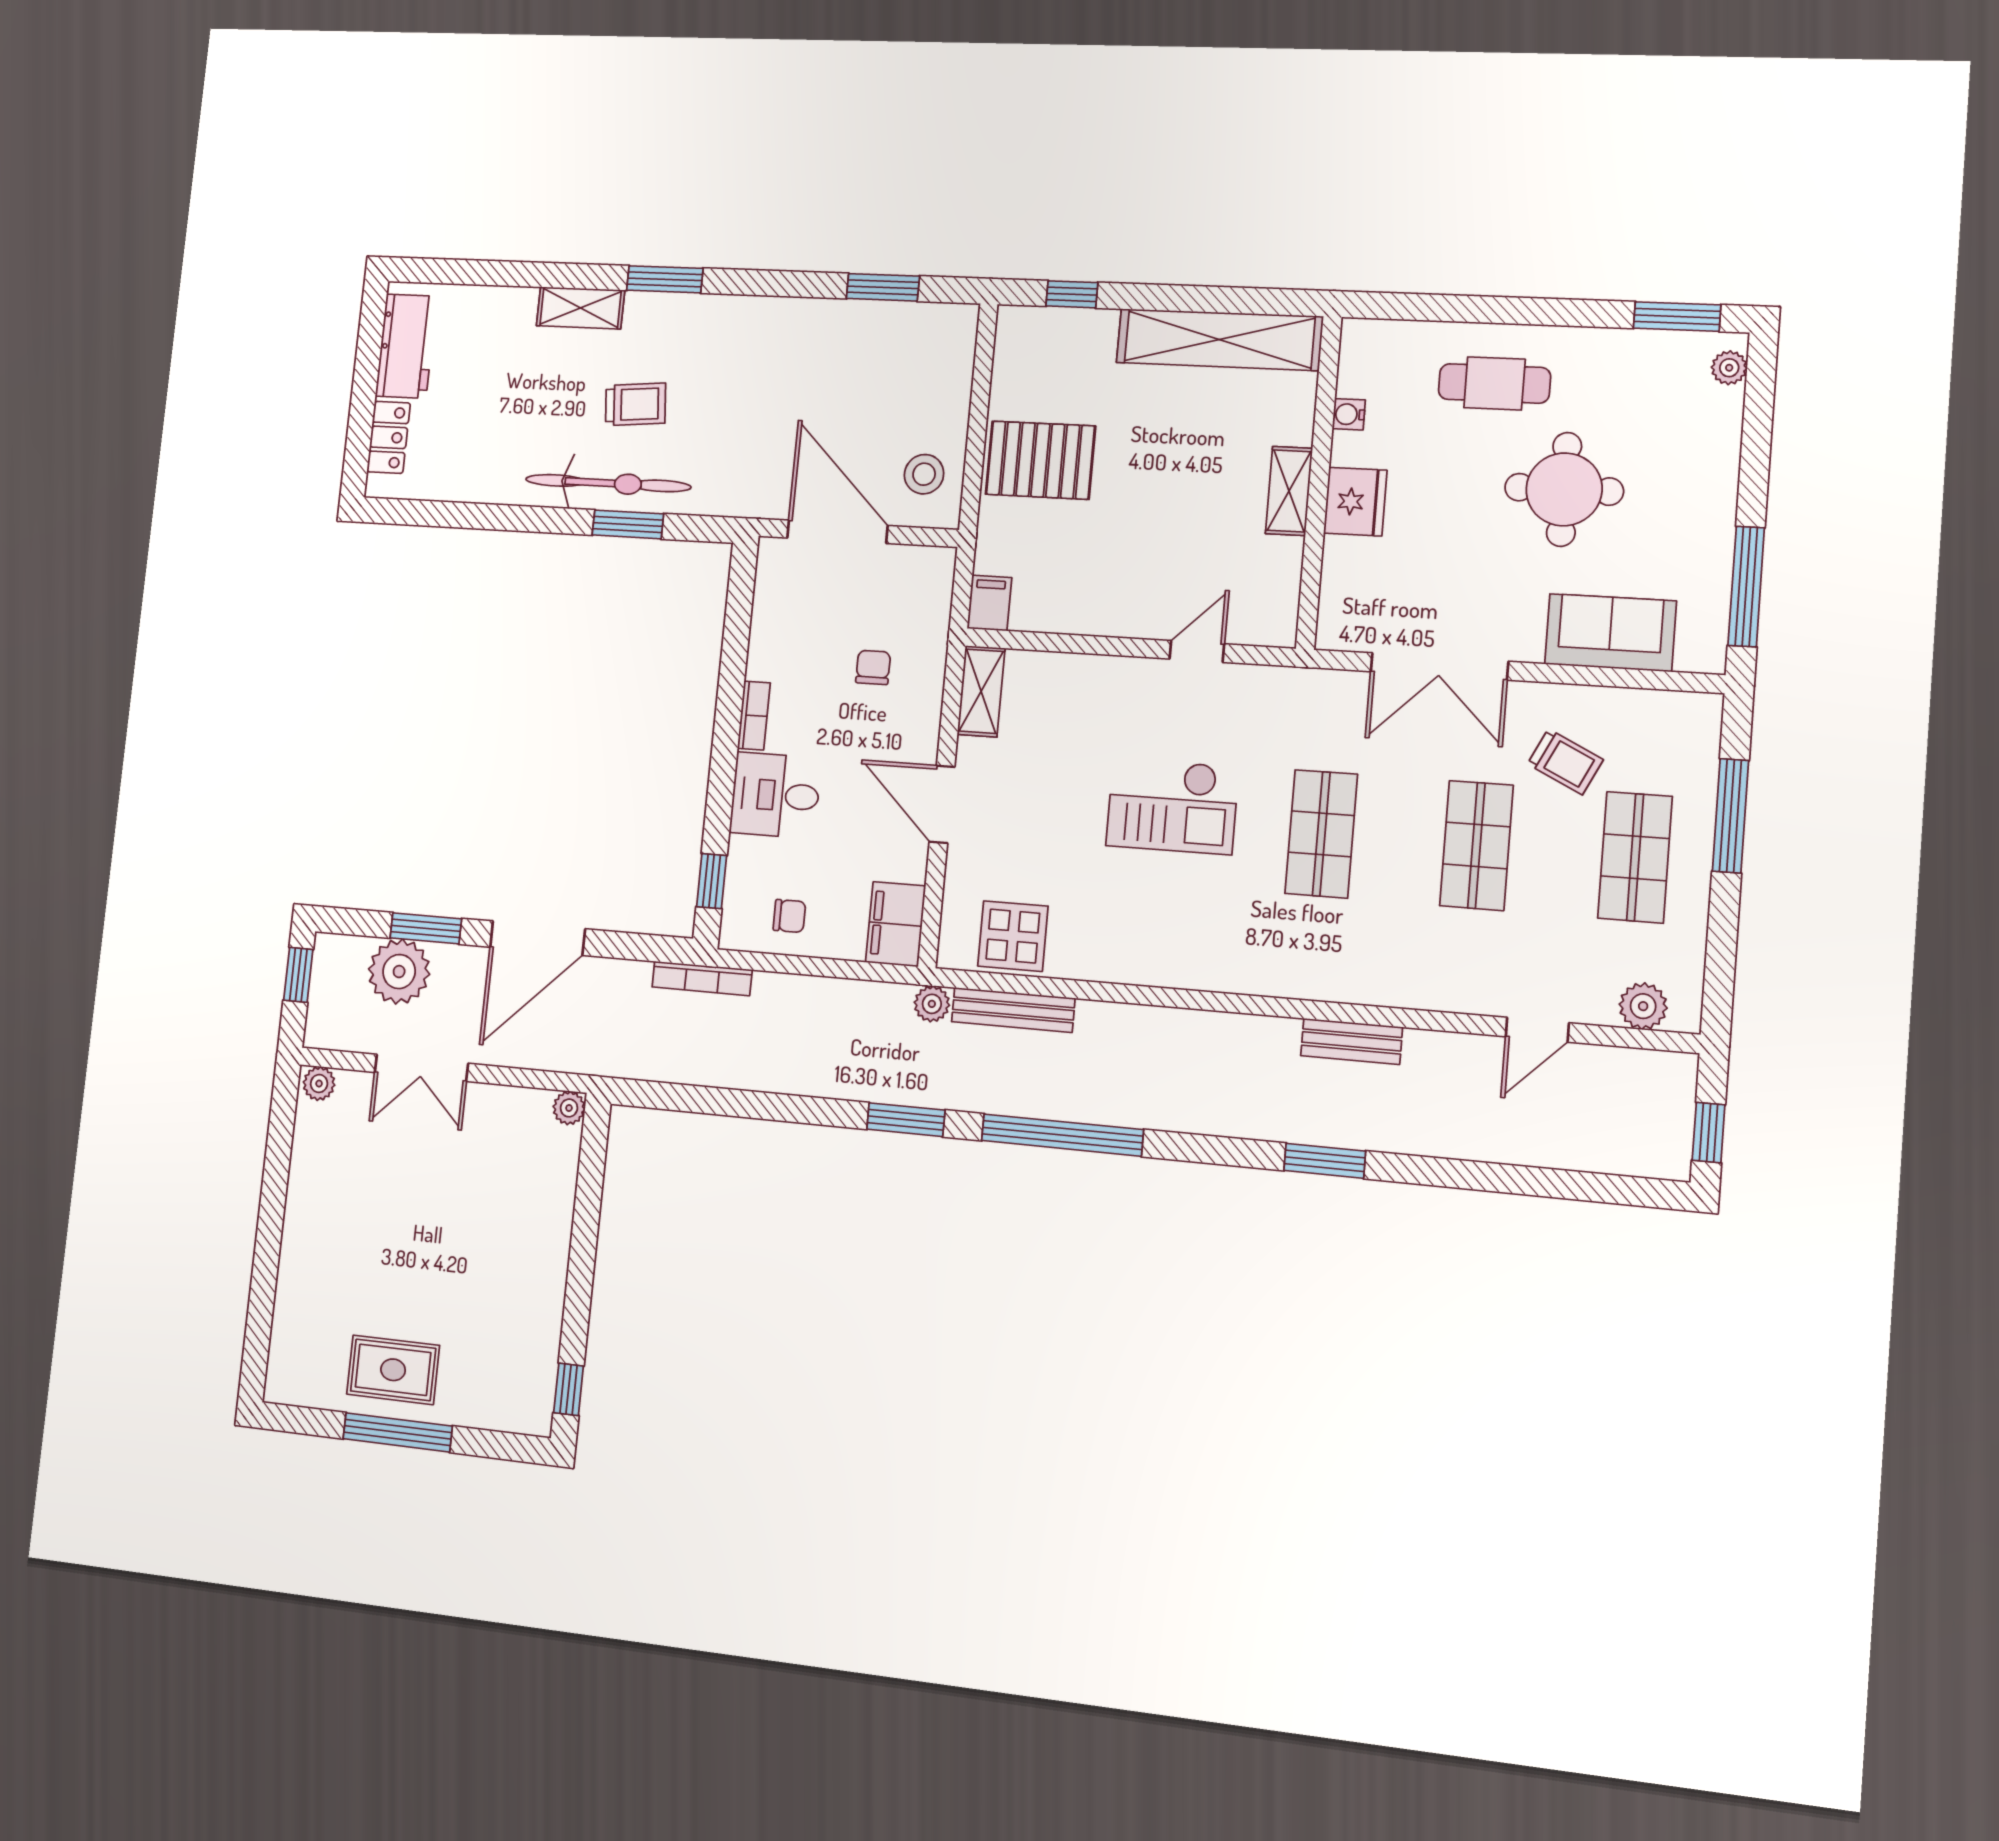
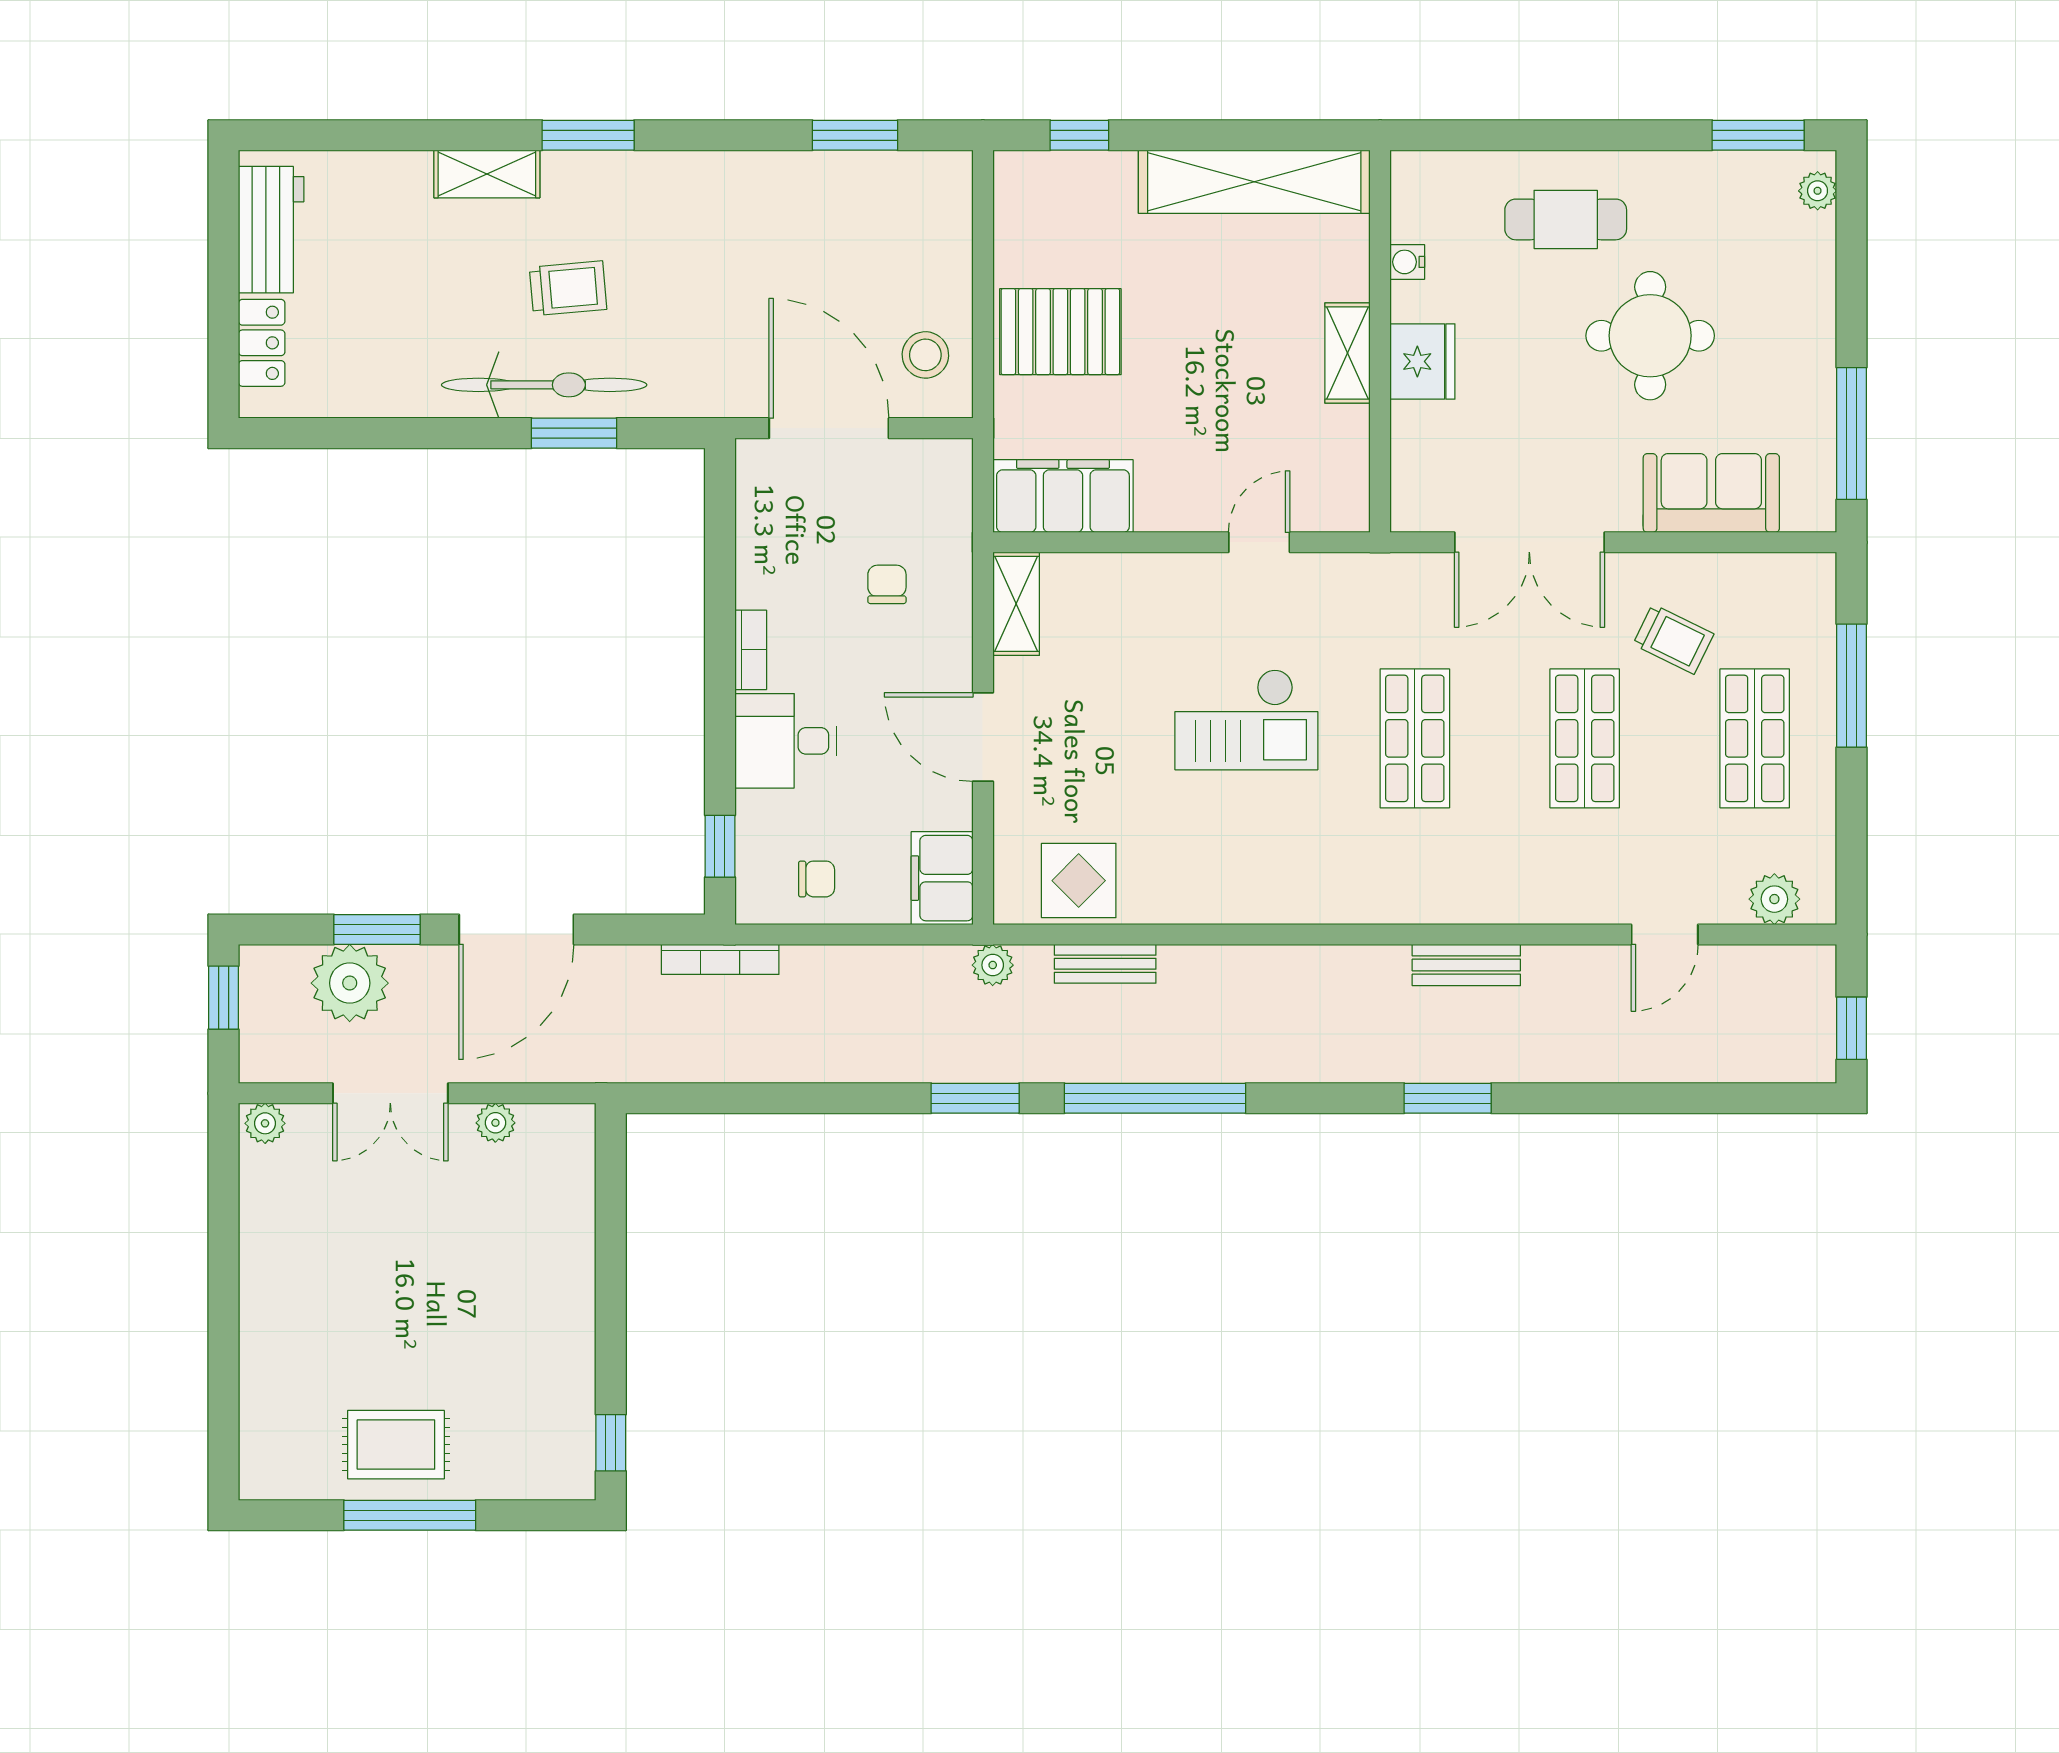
filing cabinet: (989, 603) -> (1063, 496), width x3.00, depth x1.17
bench: (1013, 1010) -> (1105, 964), width x0.73
plant: (569, 1108) -> (495, 1123), moved

